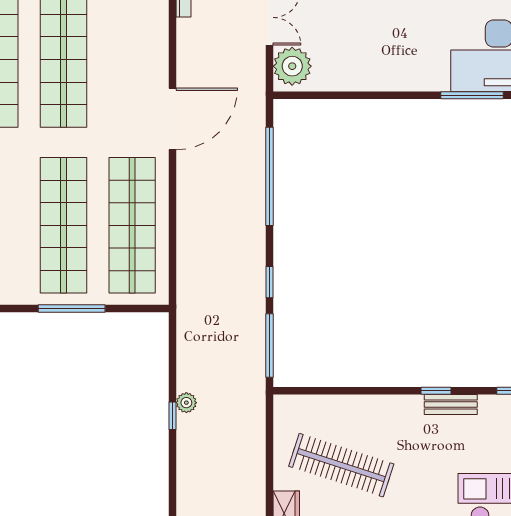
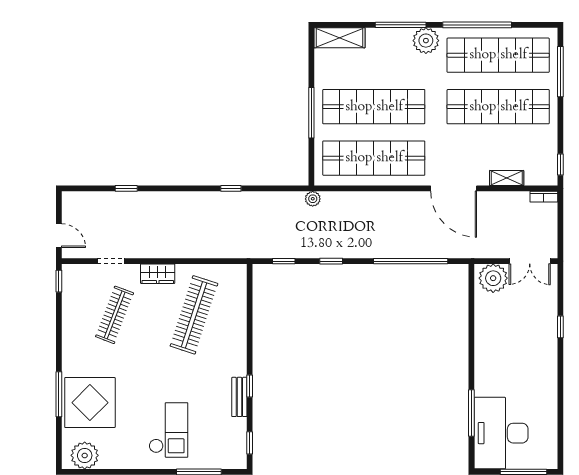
shelving: (159, 48) -> (507, 178), added
window: (270, 345) -> (284, 261), width x0.46
plant: (186, 403) -> (313, 199), moved

